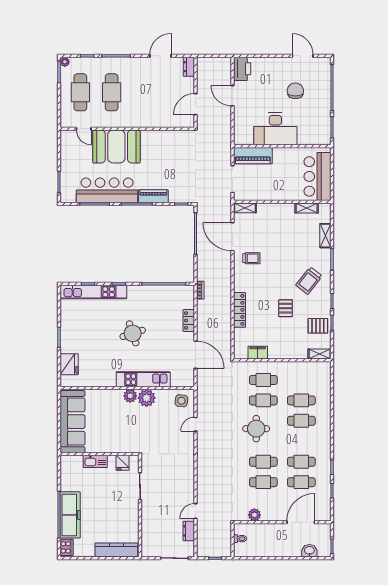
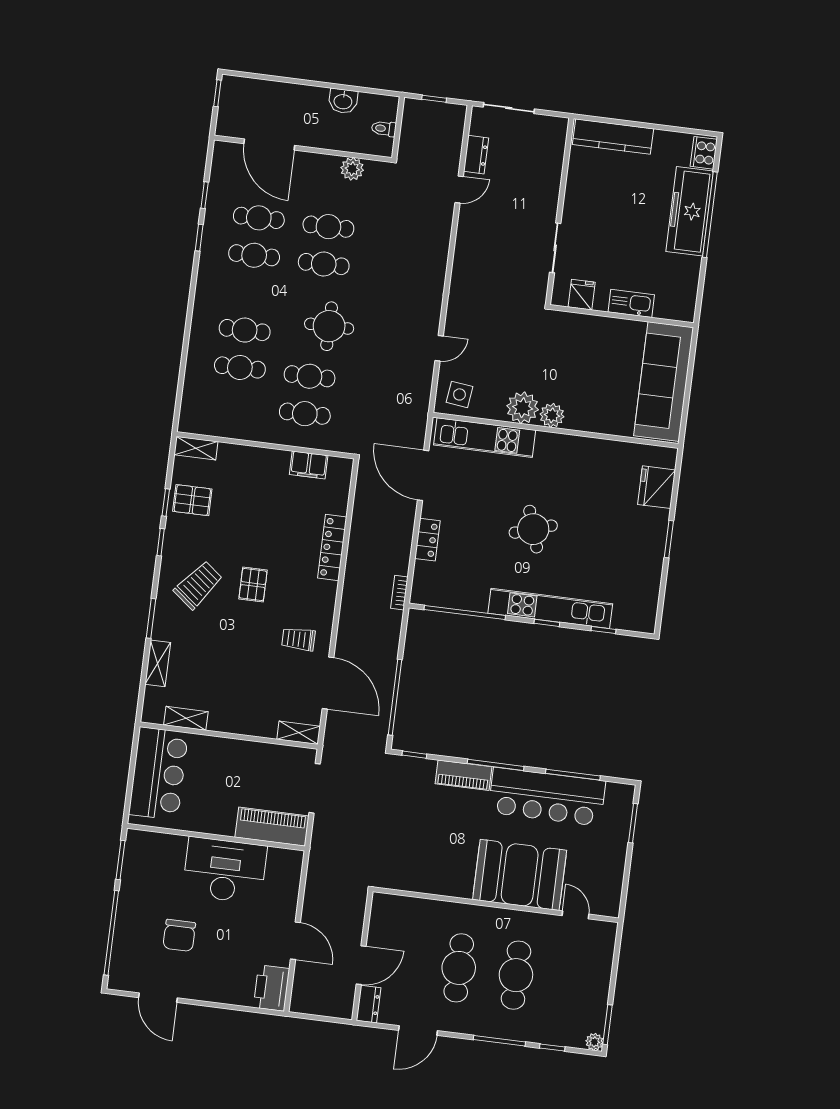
cafe table: (80, 92) -> (459, 968), moved
door: (196, 104) -> (361, 965), moved
kitchen unit: (93, 292) -> (550, 608), moved
pallet: (286, 308) -> (253, 585), moved
kitchen unit: (143, 379) -> (485, 438), moved
door: (301, 522) -> (269, 145), hinge flipped
washbasin: (309, 551) -> (343, 101), moved

